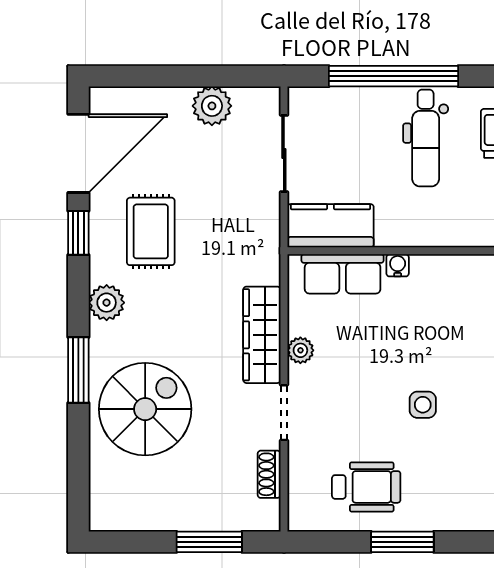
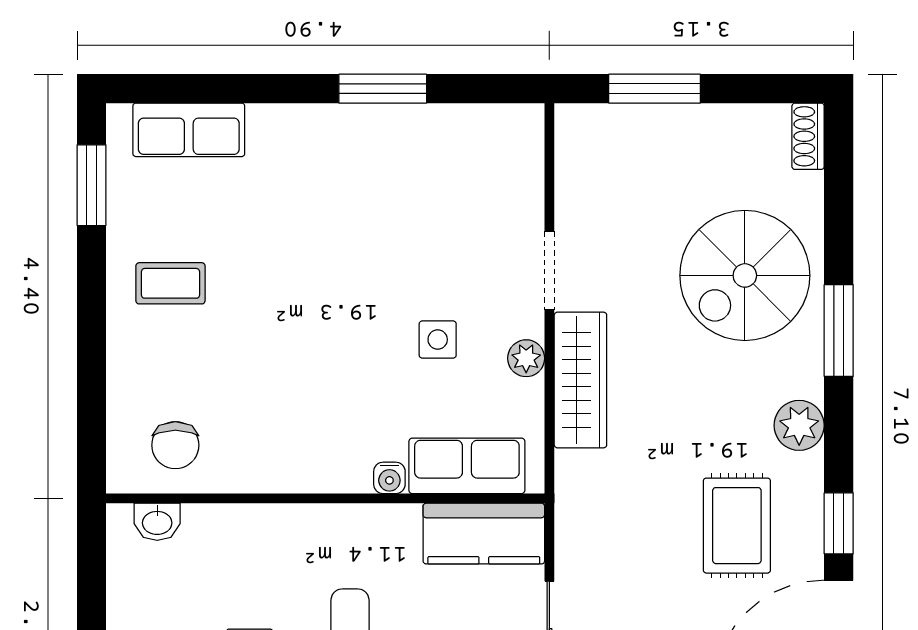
side table: (423, 405) -> (438, 340), moved
shoe rack: (269, 474) -> (808, 136), moved, turned 180
wheelchair: (366, 487) -> (434, 166), removed

